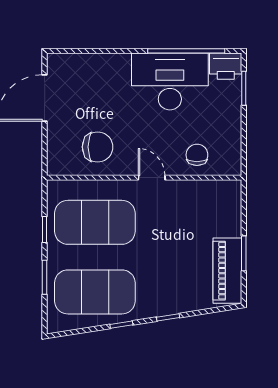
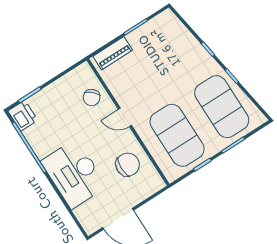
desk: (170, 81) -> (74, 174), moved
chair: (98, 147) -> (128, 165), turned 90
chair: (197, 155) -> (92, 98), turned -48
door: (152, 178) -> (125, 117), hinge flipped
piano: (227, 271) -> (113, 53), moved, width x0.73, depth x0.75

